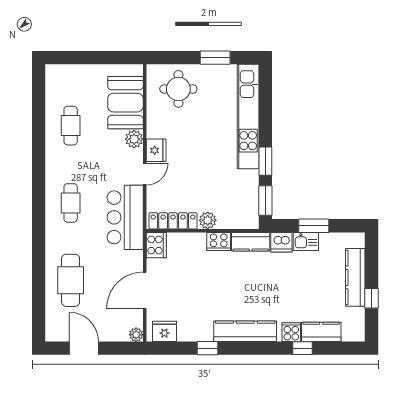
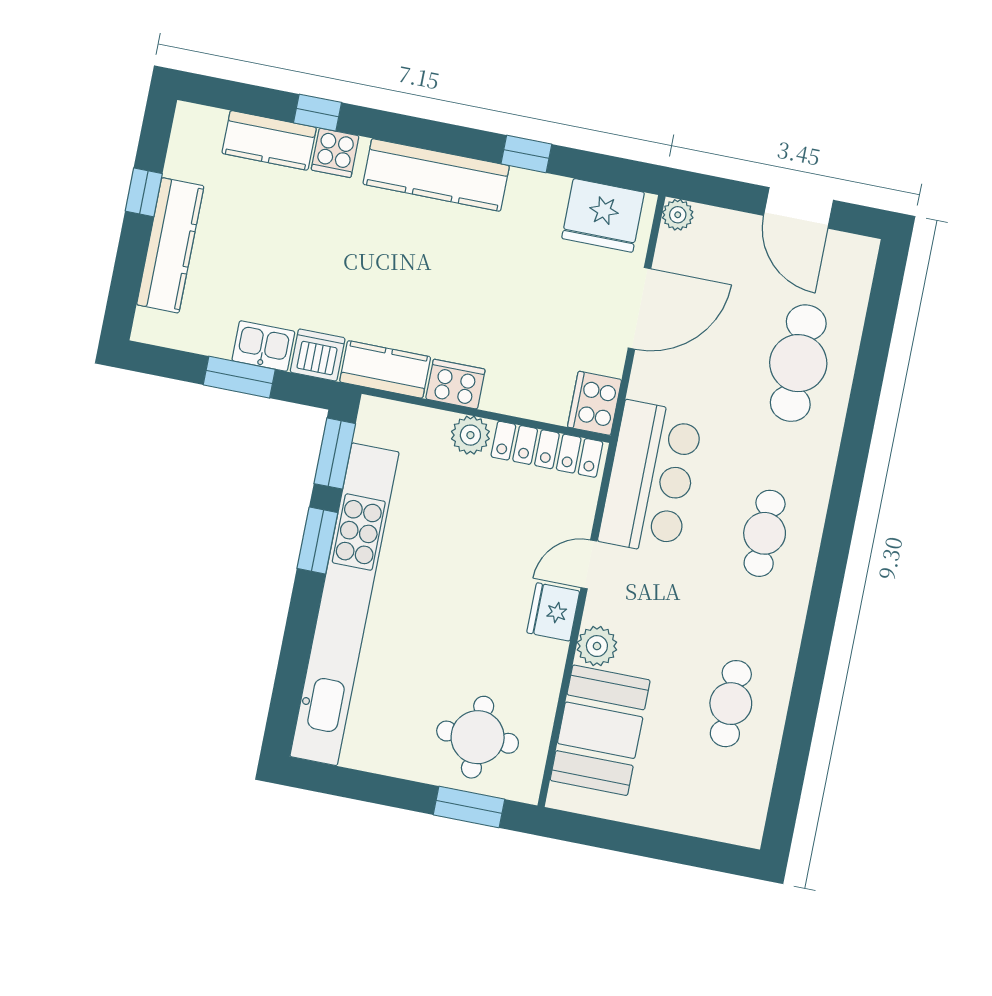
window: (215, 58) -> (469, 807), moved
kitchen unit: (248, 117) -> (344, 604), width x1.36
fridge: (164, 331) -> (603, 215), width x1.36, depth x1.34

